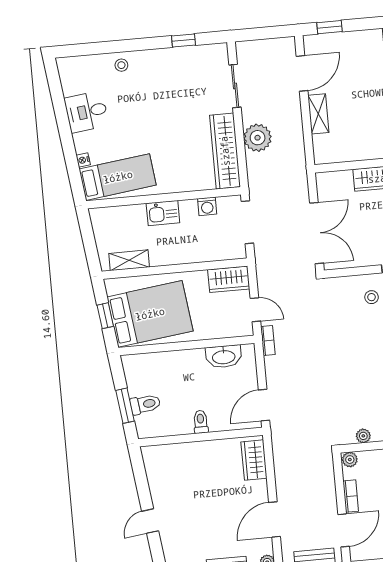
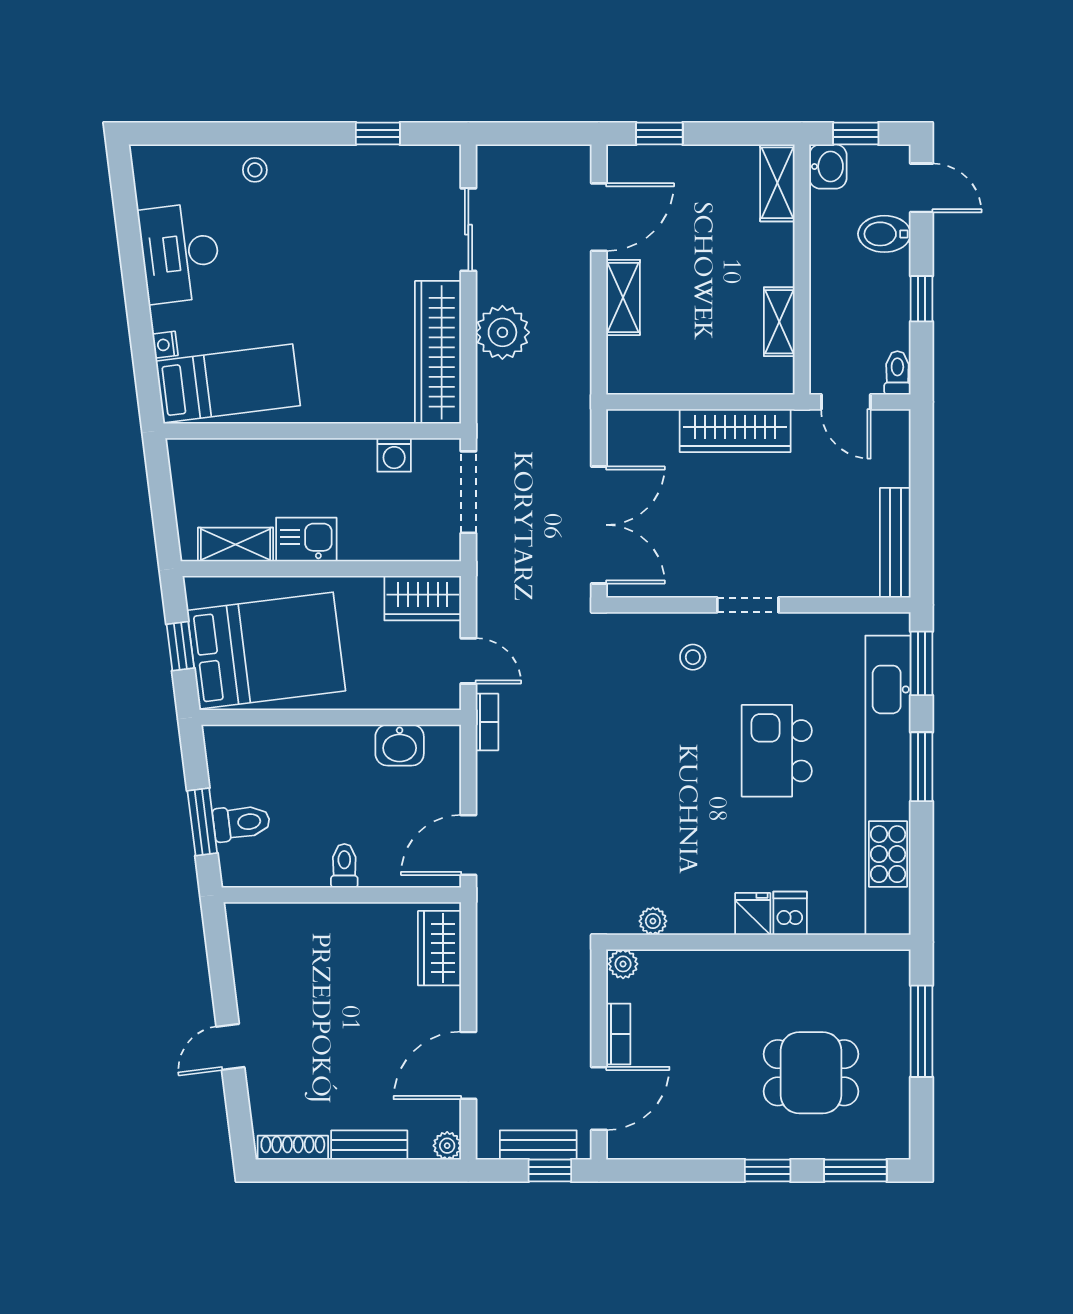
desk: (86, 112) -> (180, 253), width x1.37
kitchen sink: (163, 213) -> (306, 539), moved, turned 180
washbasin: (224, 357) -> (400, 745), width x0.72

